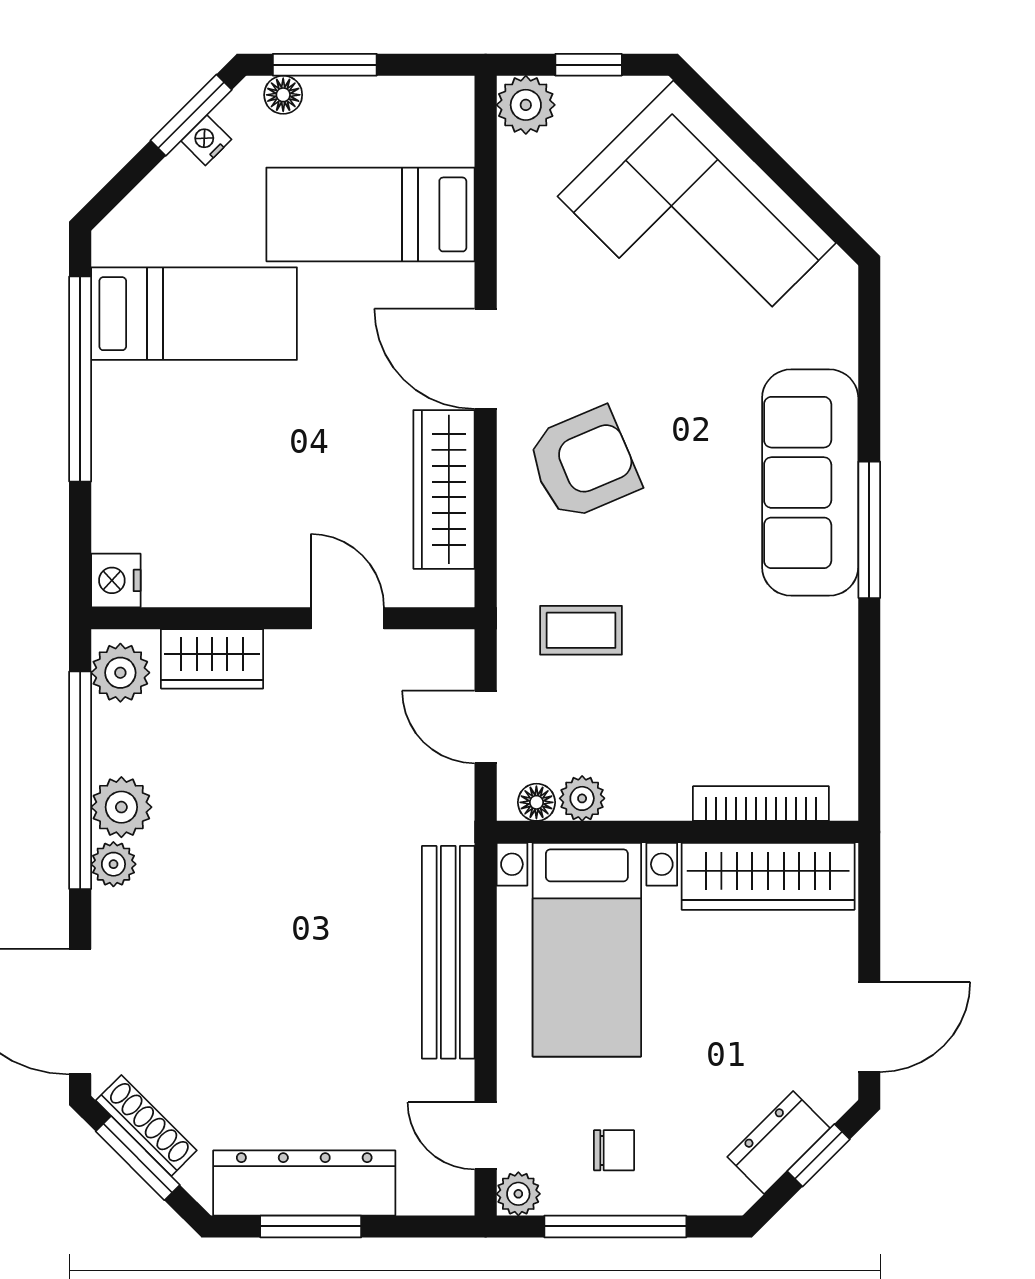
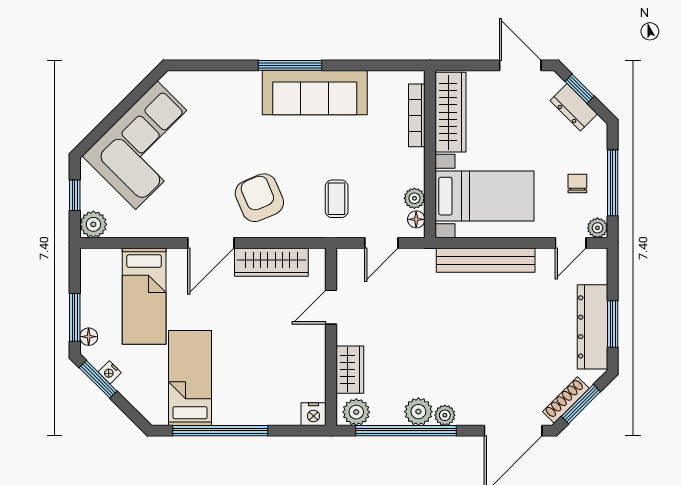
sofa: (810, 483) -> (315, 93), moved

